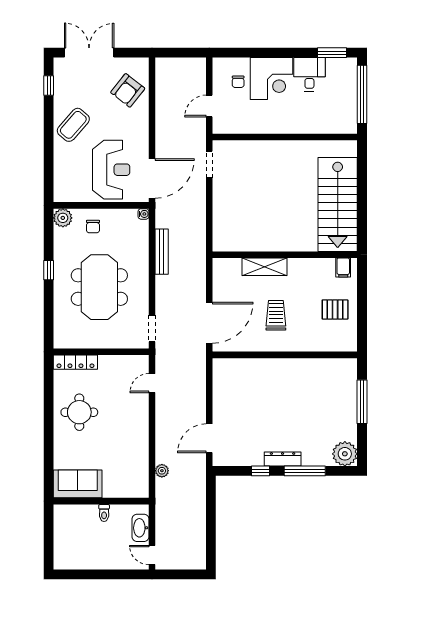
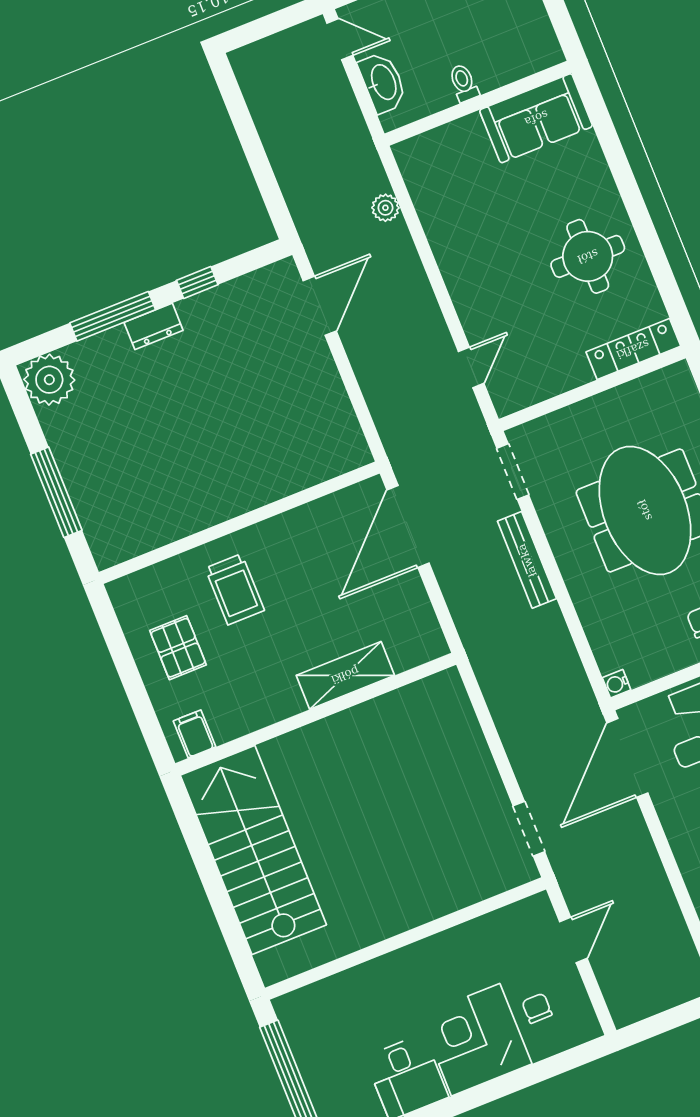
bench: (162, 252) -> (527, 560), moved
pallet: (335, 309) -> (178, 648), turned 90
trolley: (276, 315) -> (235, 589), moved
dresser: (283, 459) -> (154, 326), width x0.70

